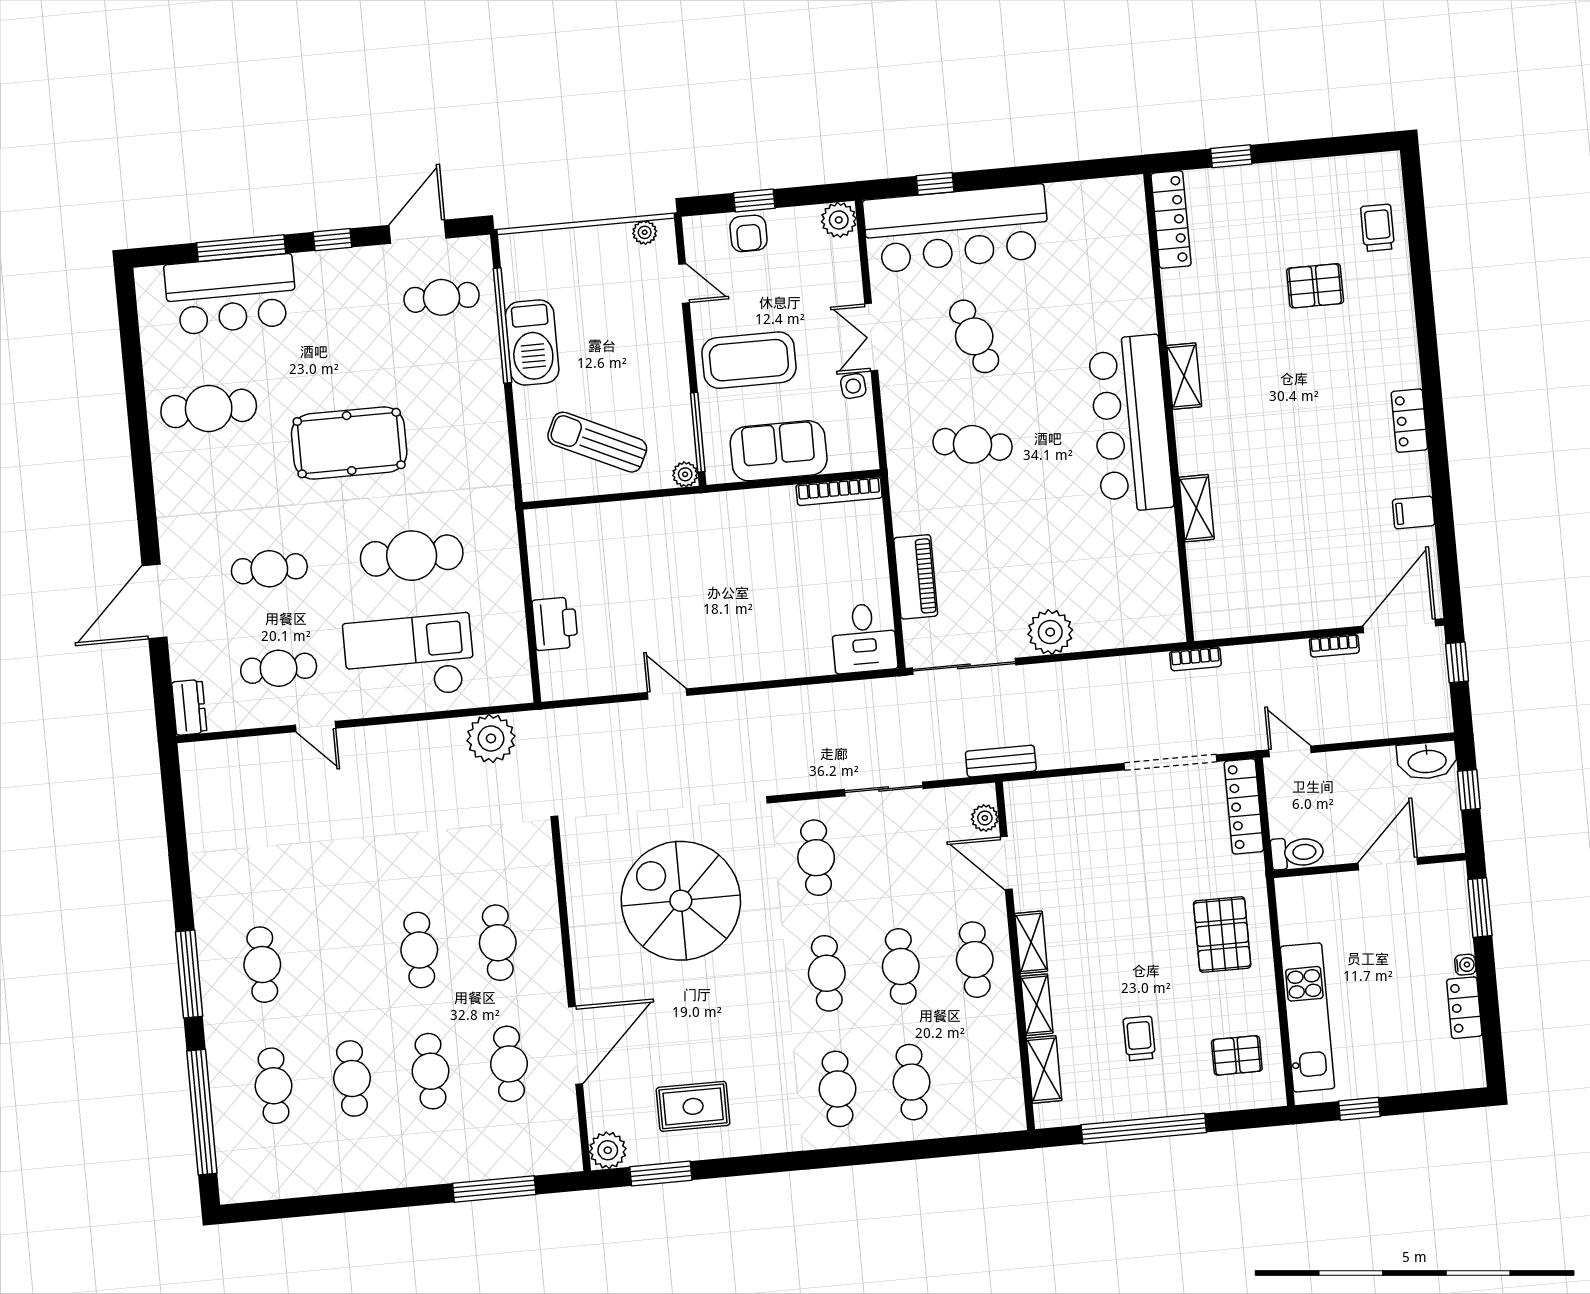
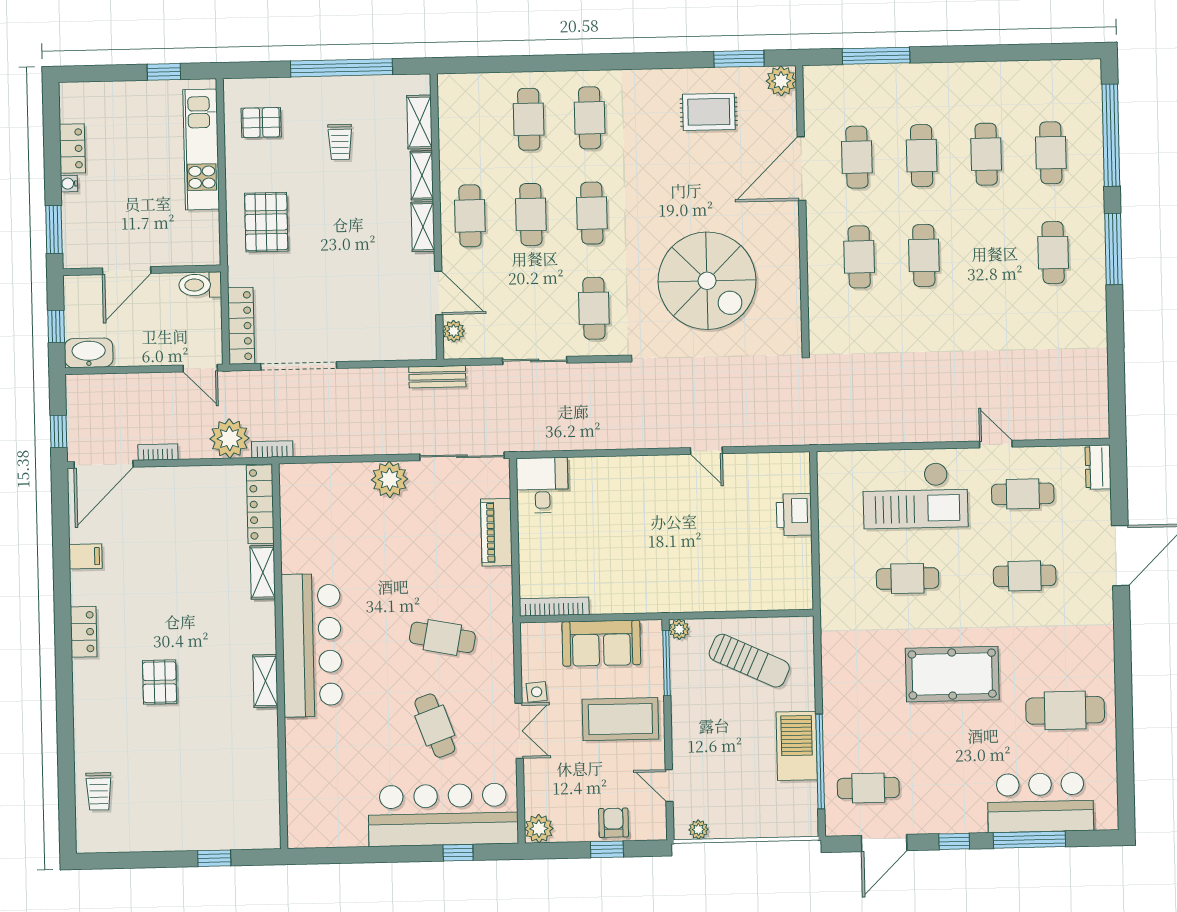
locker: (1171, 220) -> (260, 504), moved
pallet: (1315, 286) -> (160, 682), moved, turned 90
cafe table: (412, 556) -> (907, 578), width x0.73, depth x0.74
plant: (491, 738) -> (230, 438), moved

